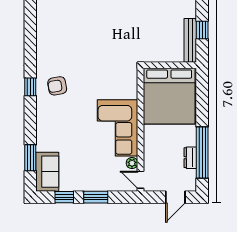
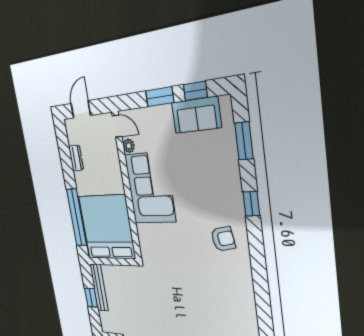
window: (30, 87) -> (251, 204), moved
window: (202, 152) -> (76, 217), moved
sofa: (47, 172) -> (196, 115), moved, turned -90

